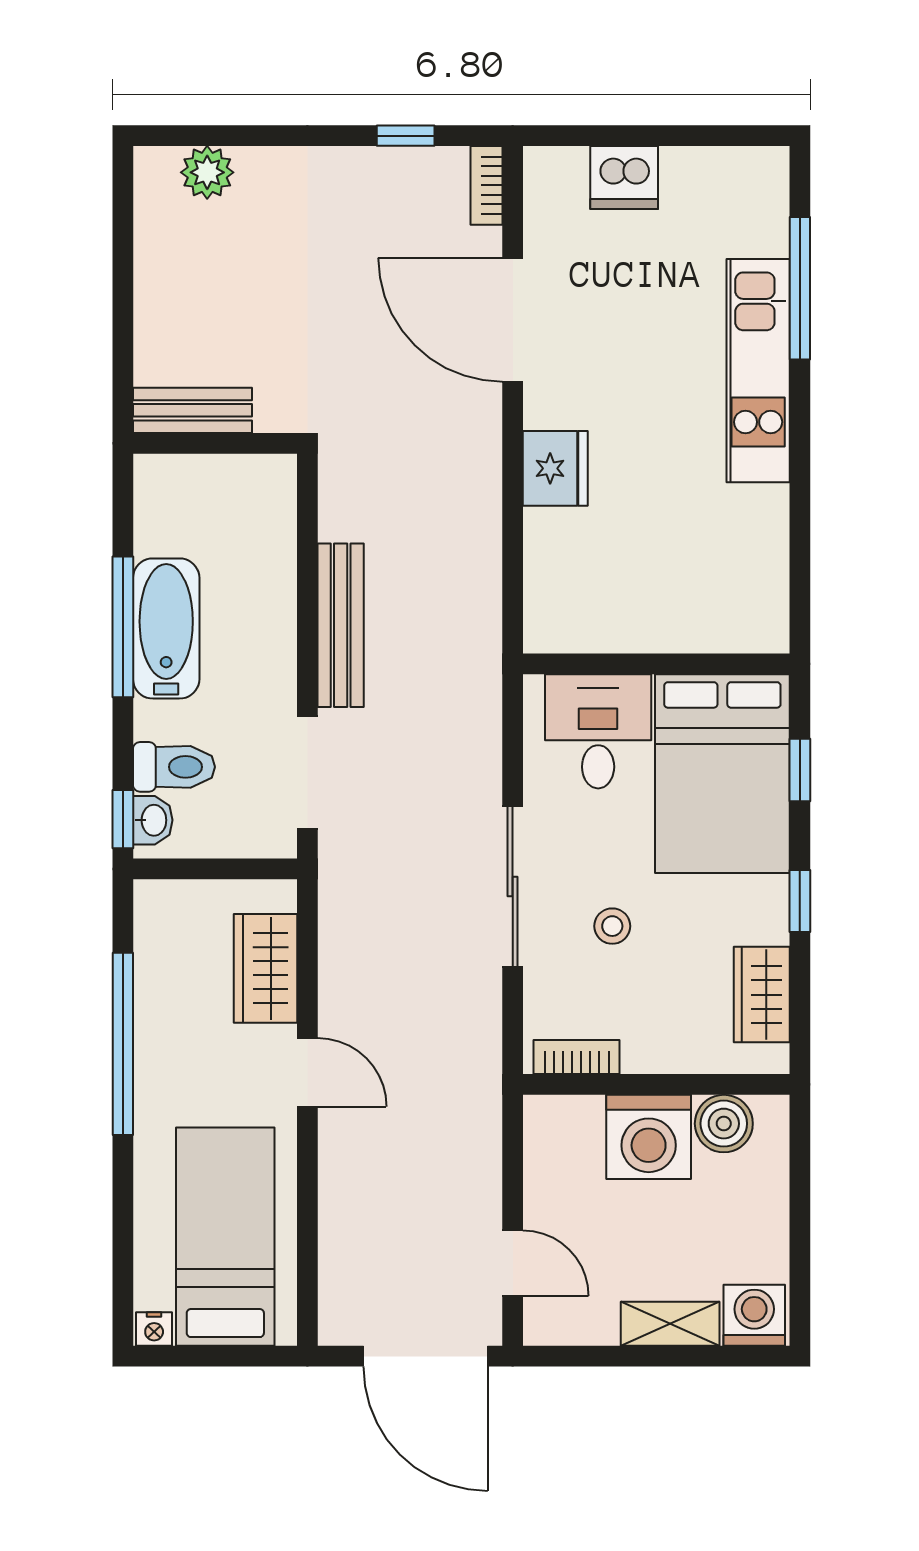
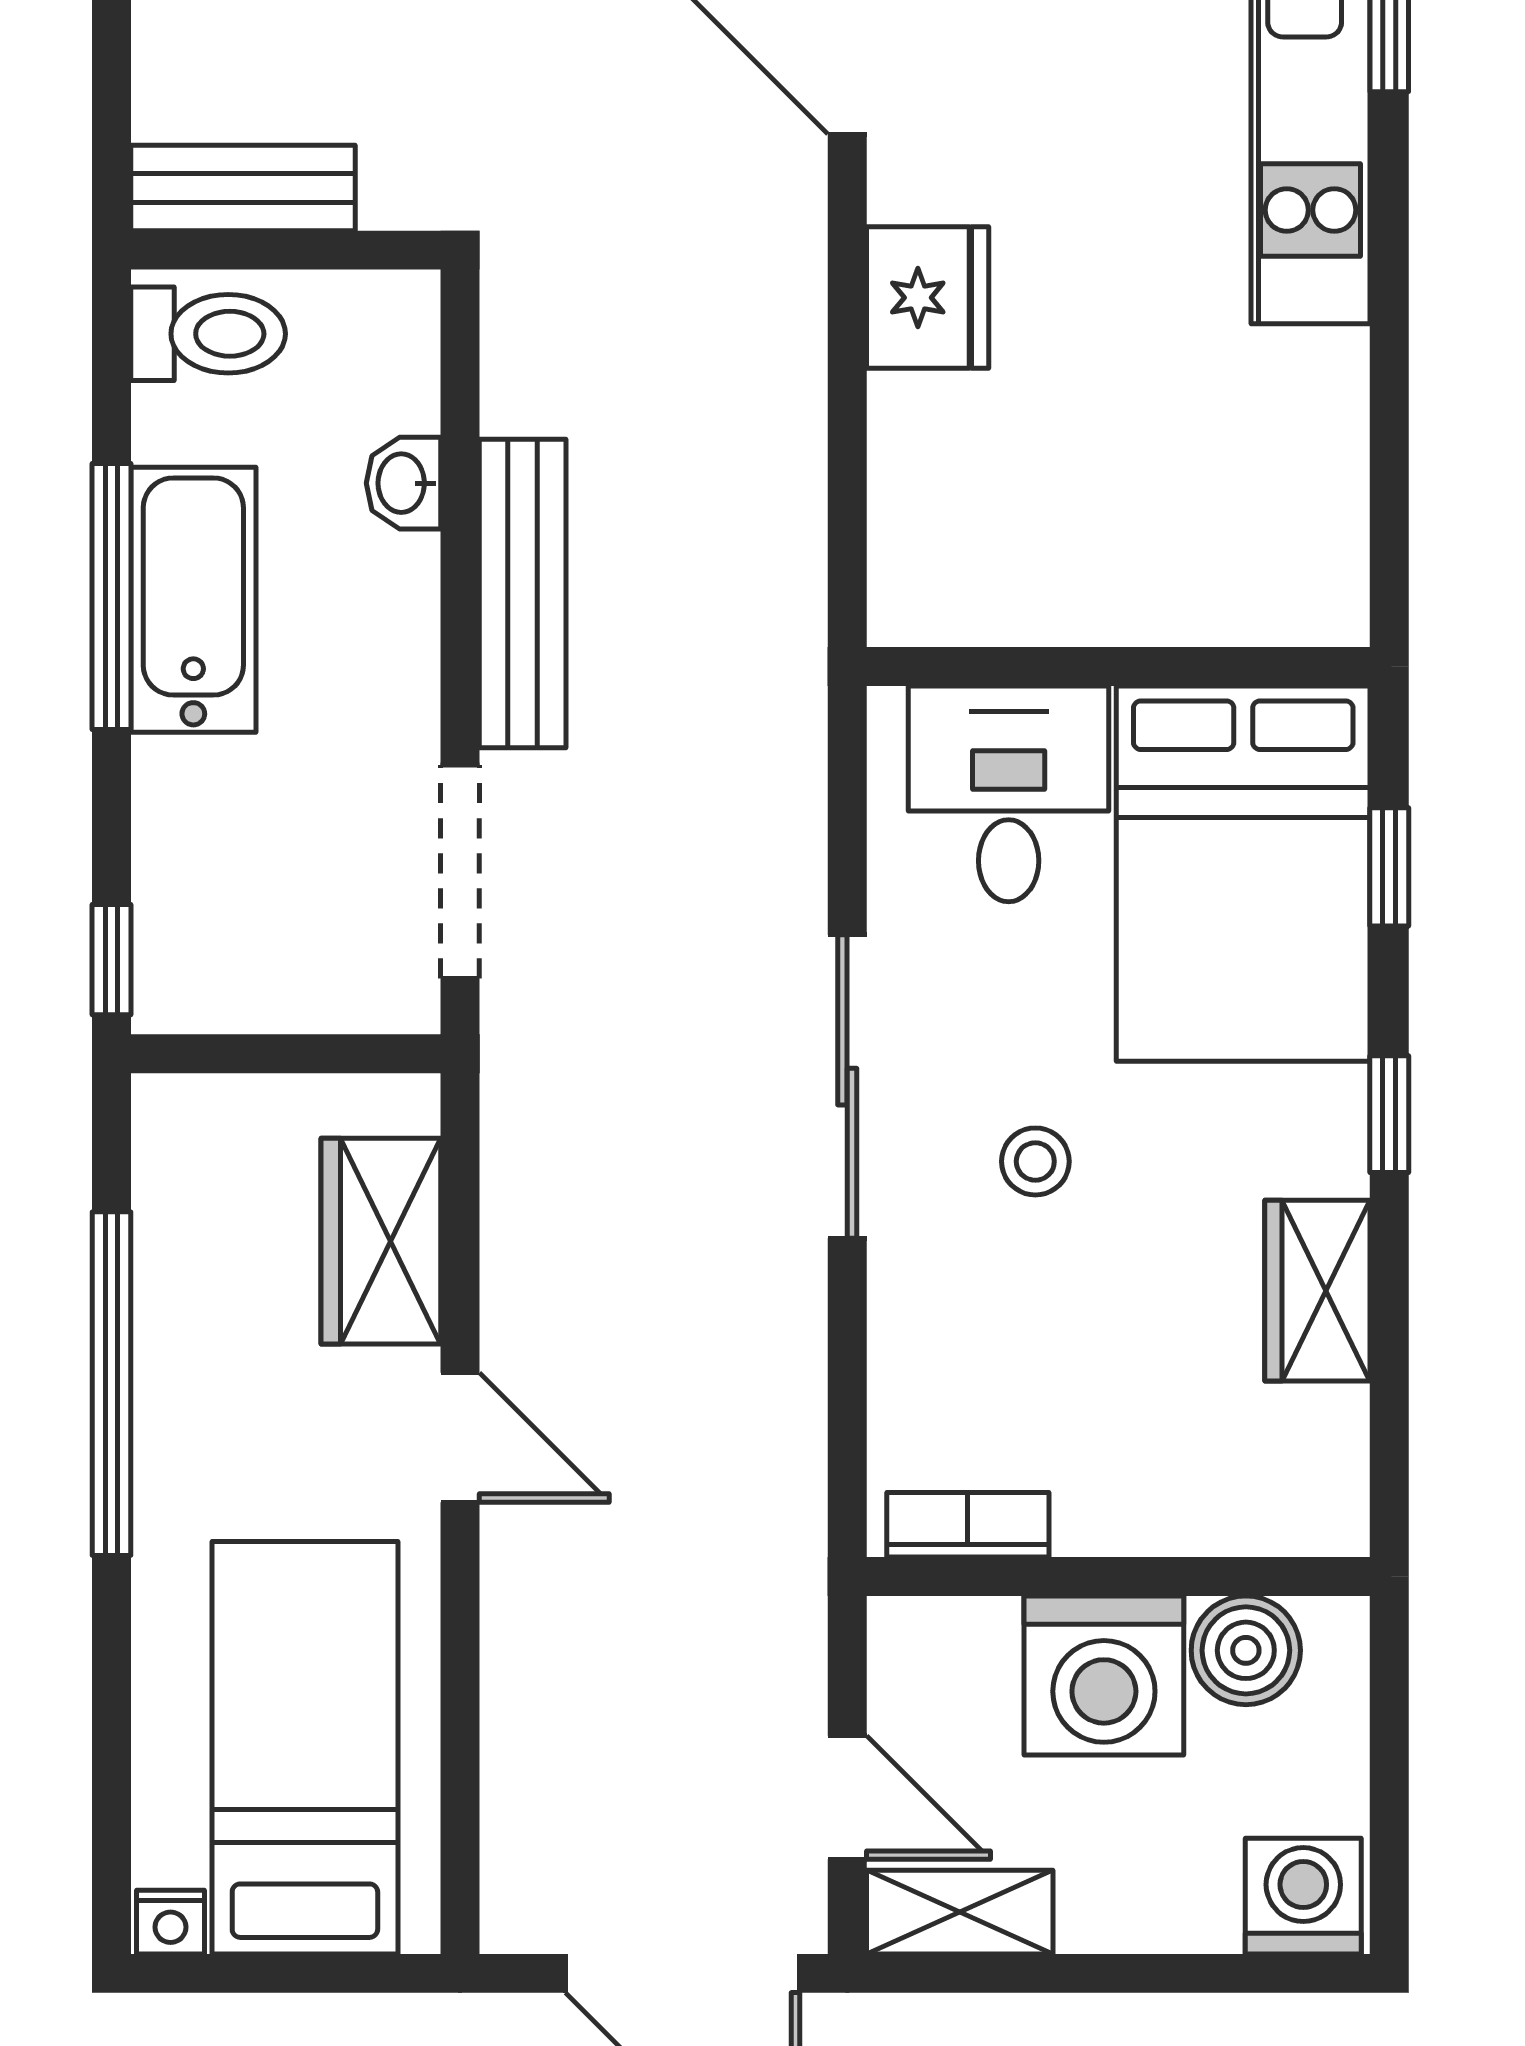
toilet: (174, 767) -> (208, 334), moved
washbasin: (153, 820) -> (403, 483), moved, turned 180
bookcase: (577, 1057) -> (968, 1525), moved
wall: (656, 1084) -> (1118, 1576), moved
boiler: (724, 1124) -> (1246, 1650), moved
washing machine: (649, 1137) -> (1104, 1675), moved
shelving: (670, 1324) -> (960, 1912), moved

